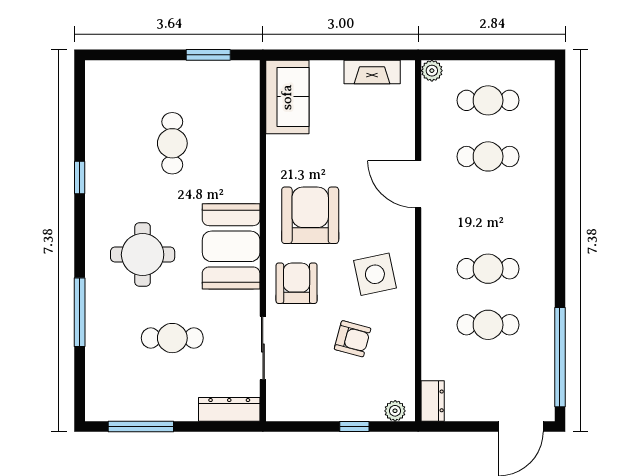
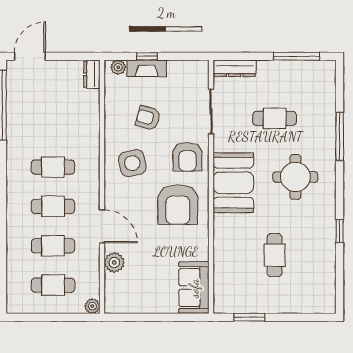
fireplace: (372, 72) -> (147, 68), moved, turned 180
plant: (401, 133) -> (114, 262), added
cafe table: (488, 325) -> (53, 206), moved

